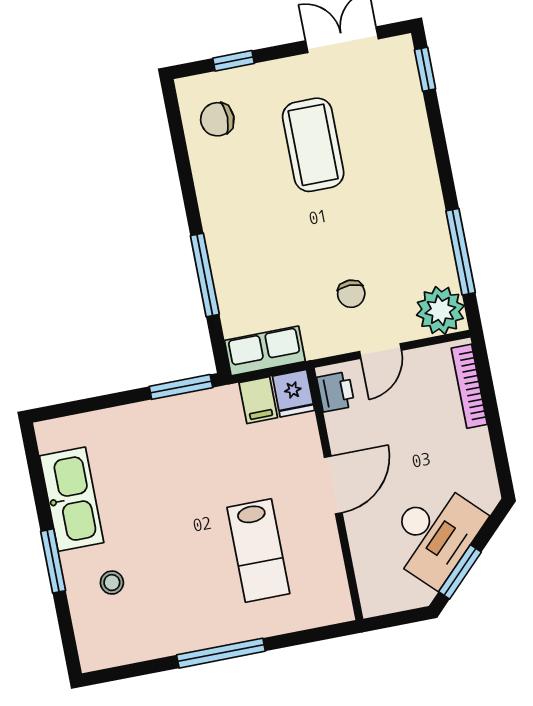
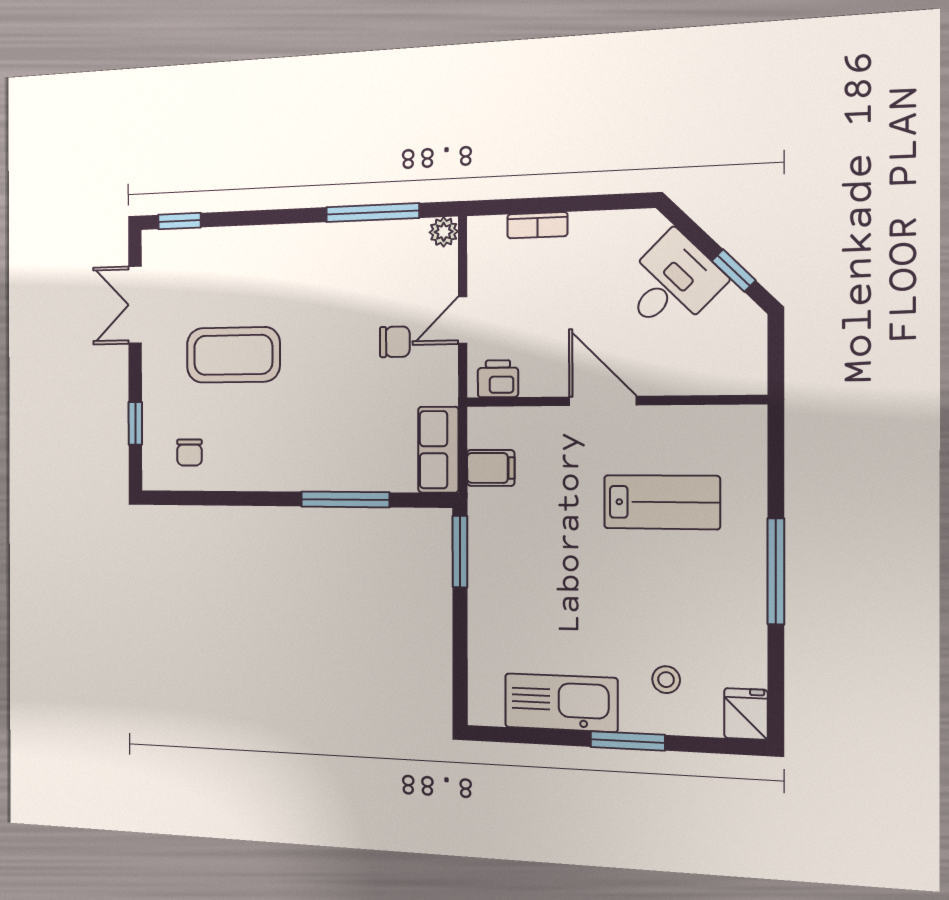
chair: (217, 119) -> (189, 453), width x0.73, depth x0.73
plant: (440, 310) -> (444, 232), width x0.53, depth x0.53
door: (380, 351) -> (463, 320), swing flipped
bookcase: (469, 386) -> (537, 225), width x0.64
fridge: (293, 393) -> (746, 714), moved, turned -90
desk: (434, 534) -> (672, 283), width x0.73
window: (460, 572) -> (734, 271), width x0.67

